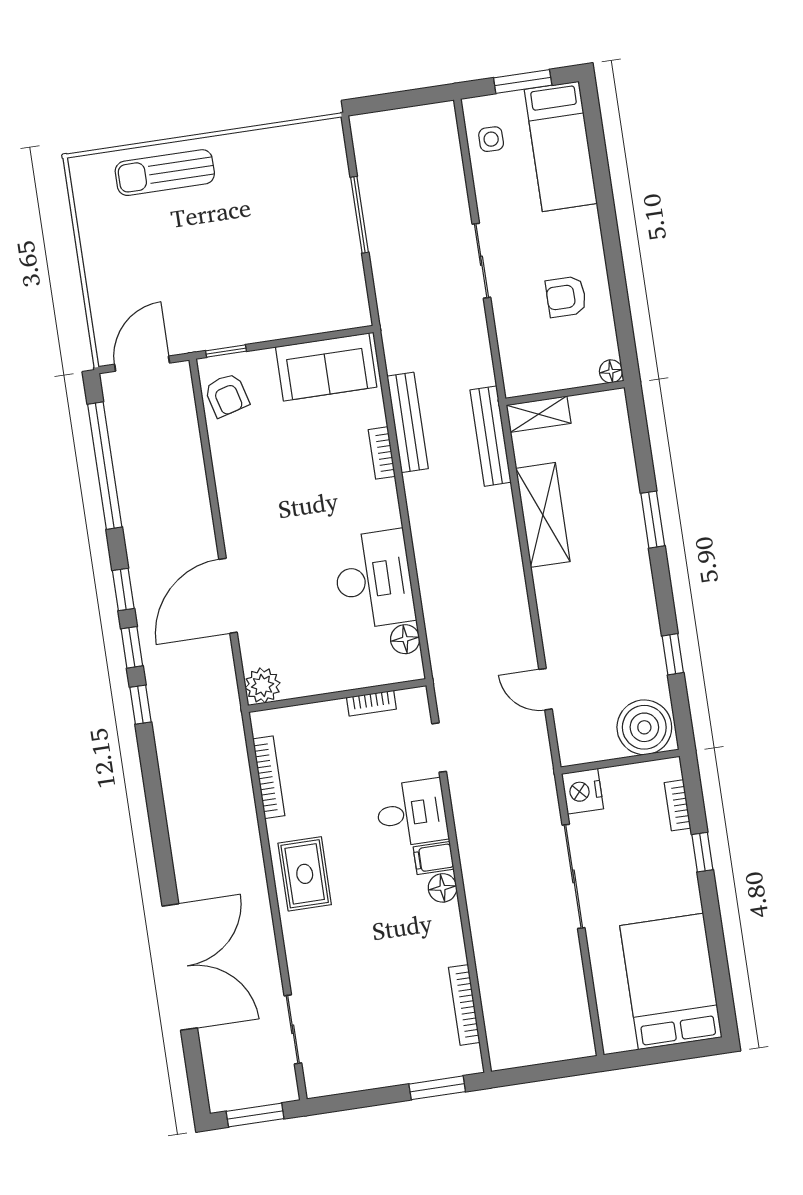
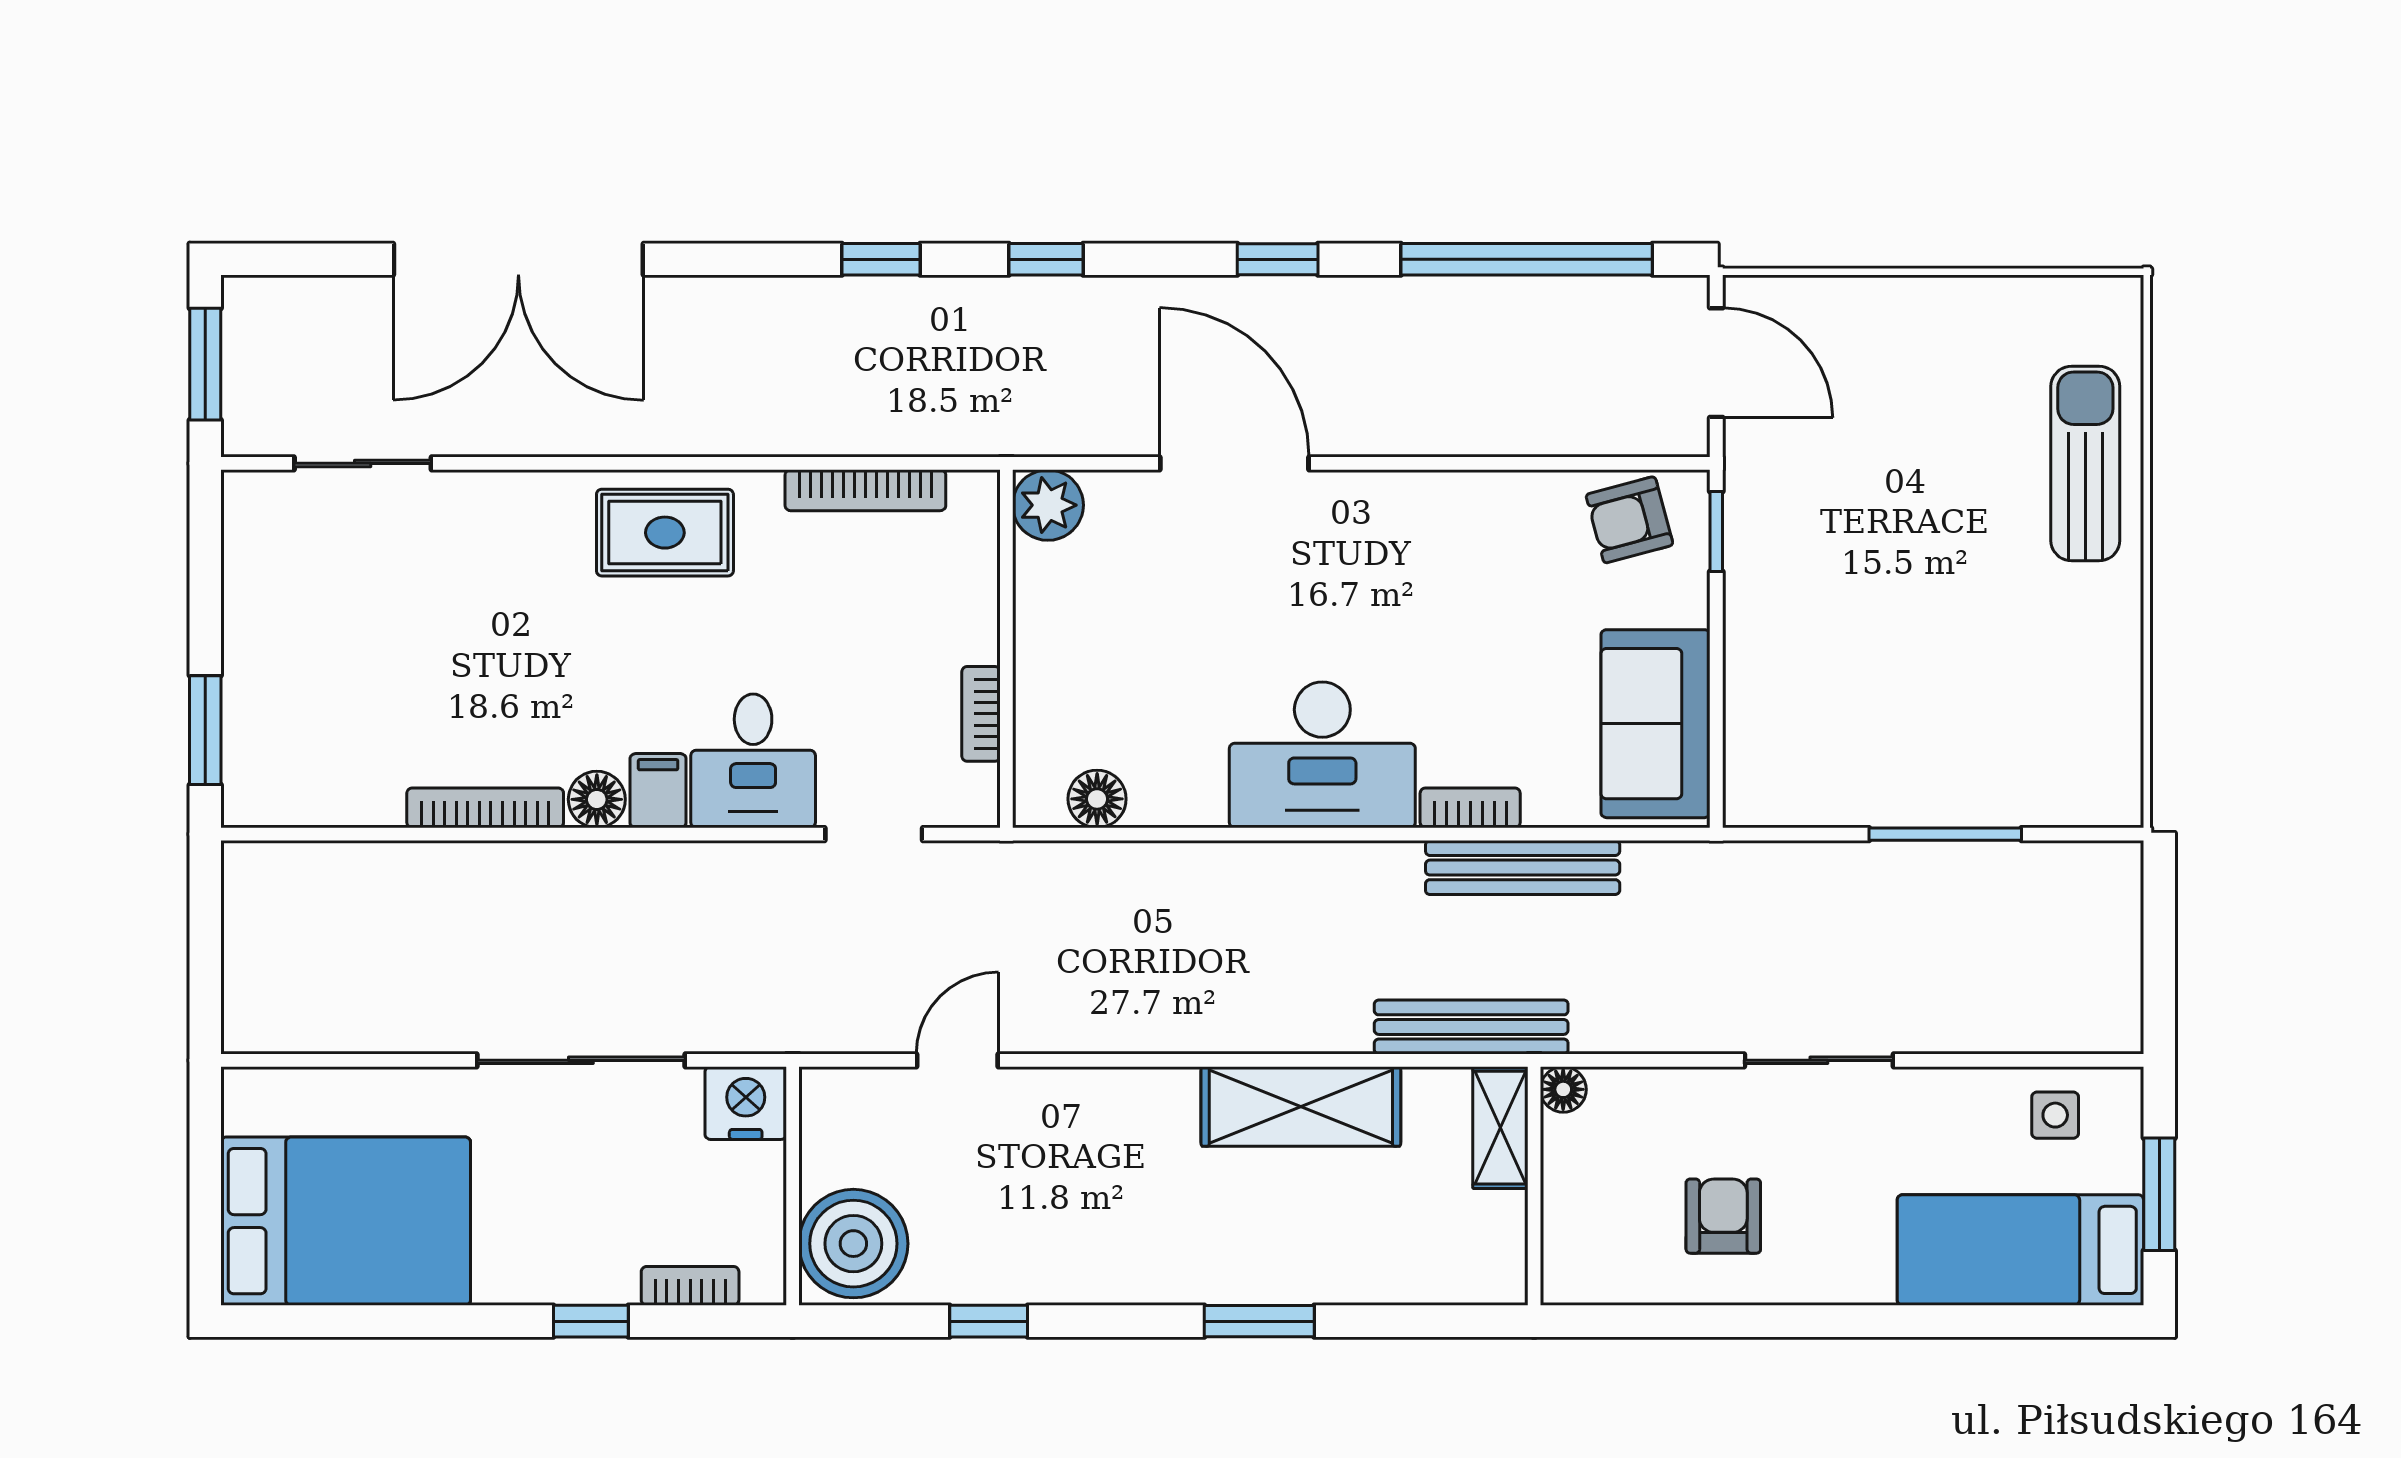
floor lamp: (611, 371) -> (1563, 1089), moved
desk: (374, 579) -> (1322, 755), moved
window: (132, 647) -> (881, 259), moved
bookcase: (464, 1005) -> (485, 808), moved

